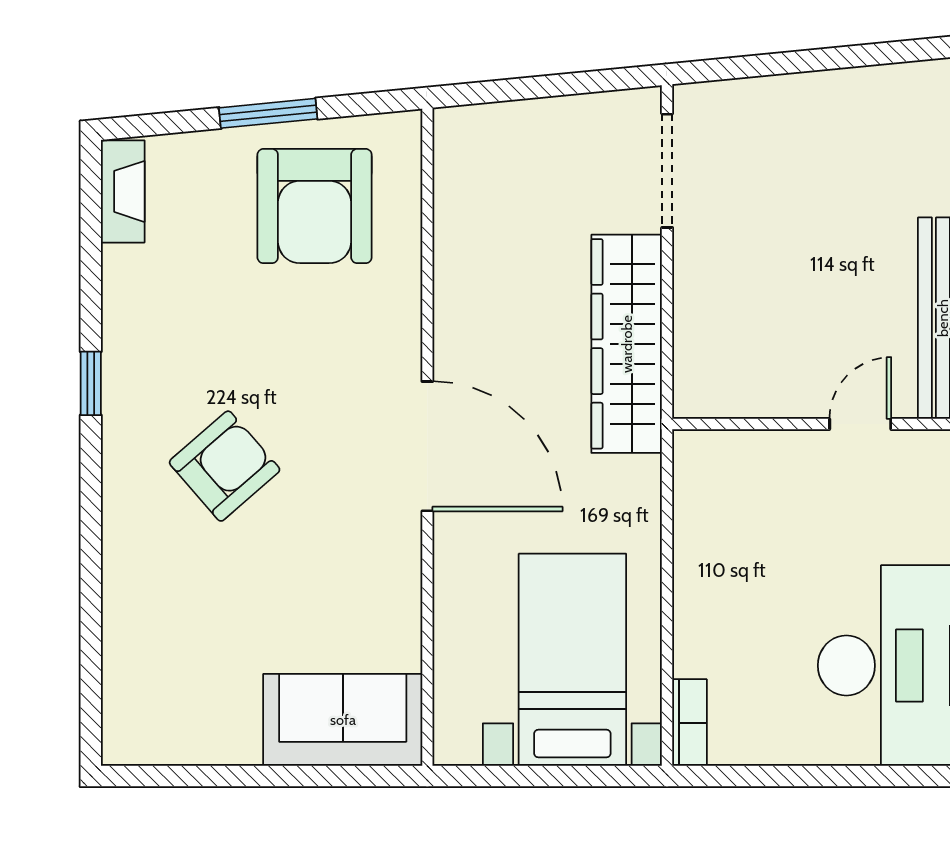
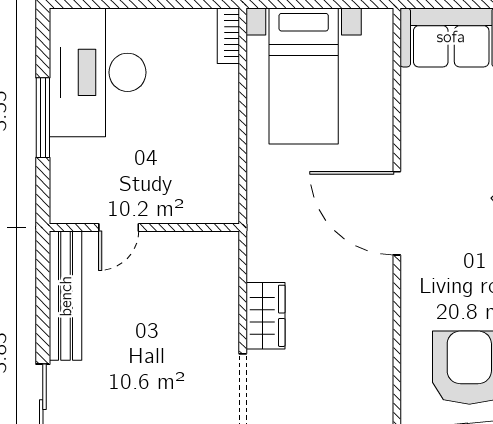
wardrobe: (627, 344) -> (265, 316), width x0.48, depth x0.85

